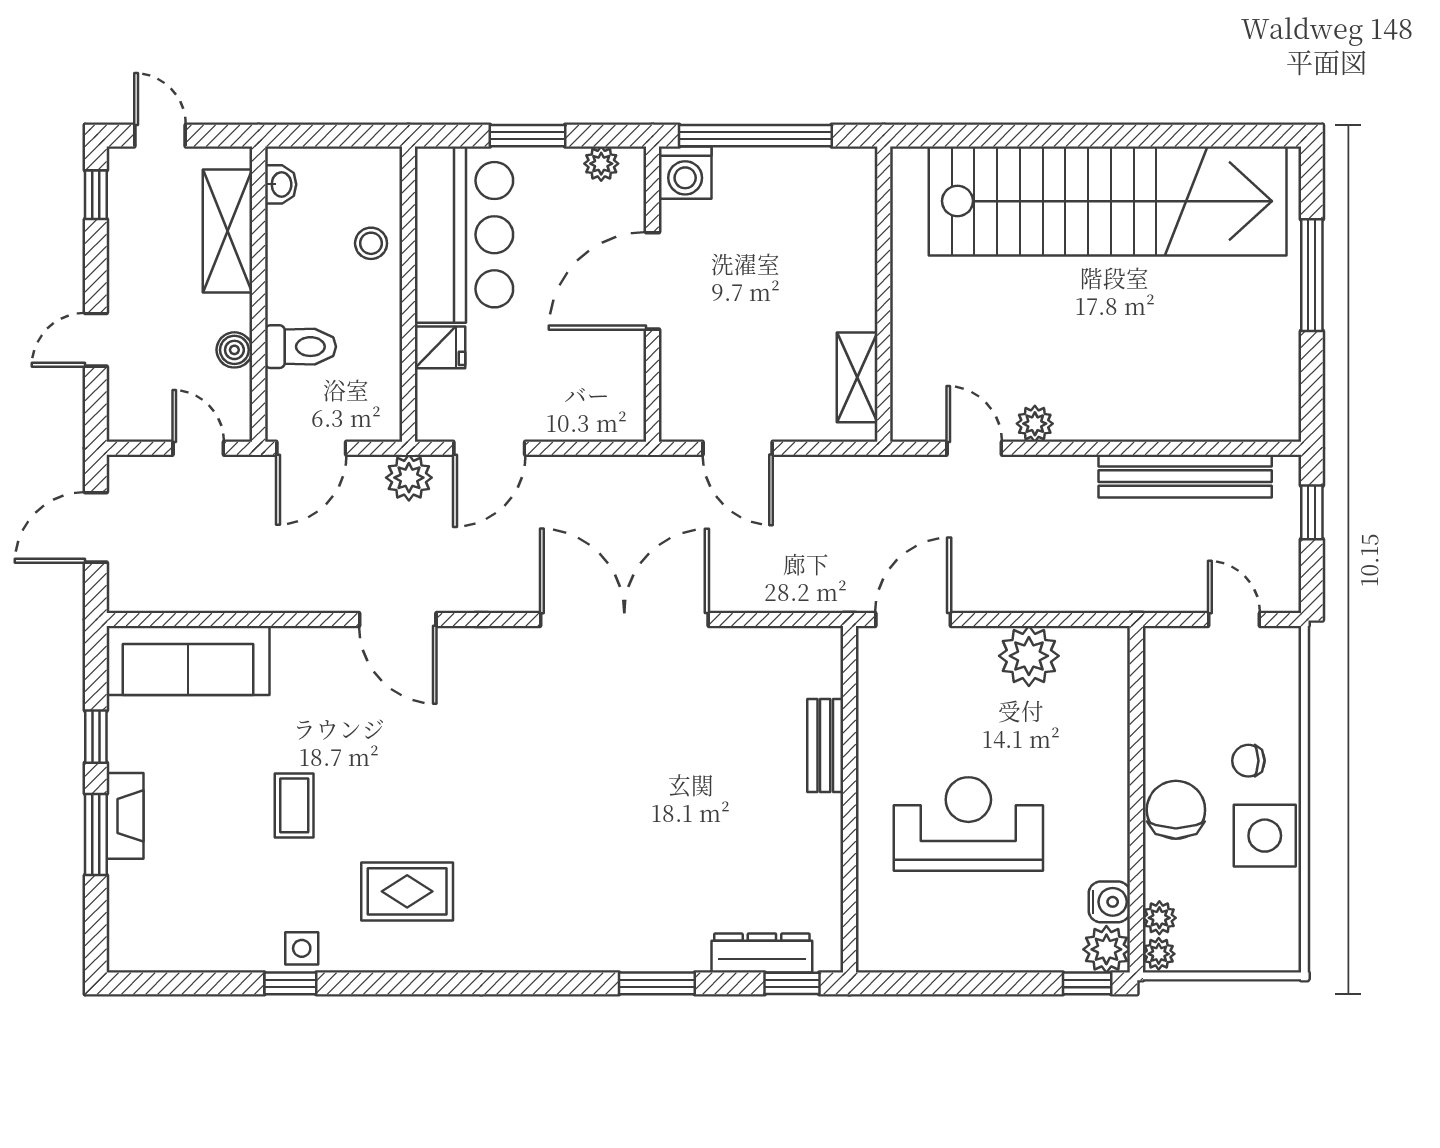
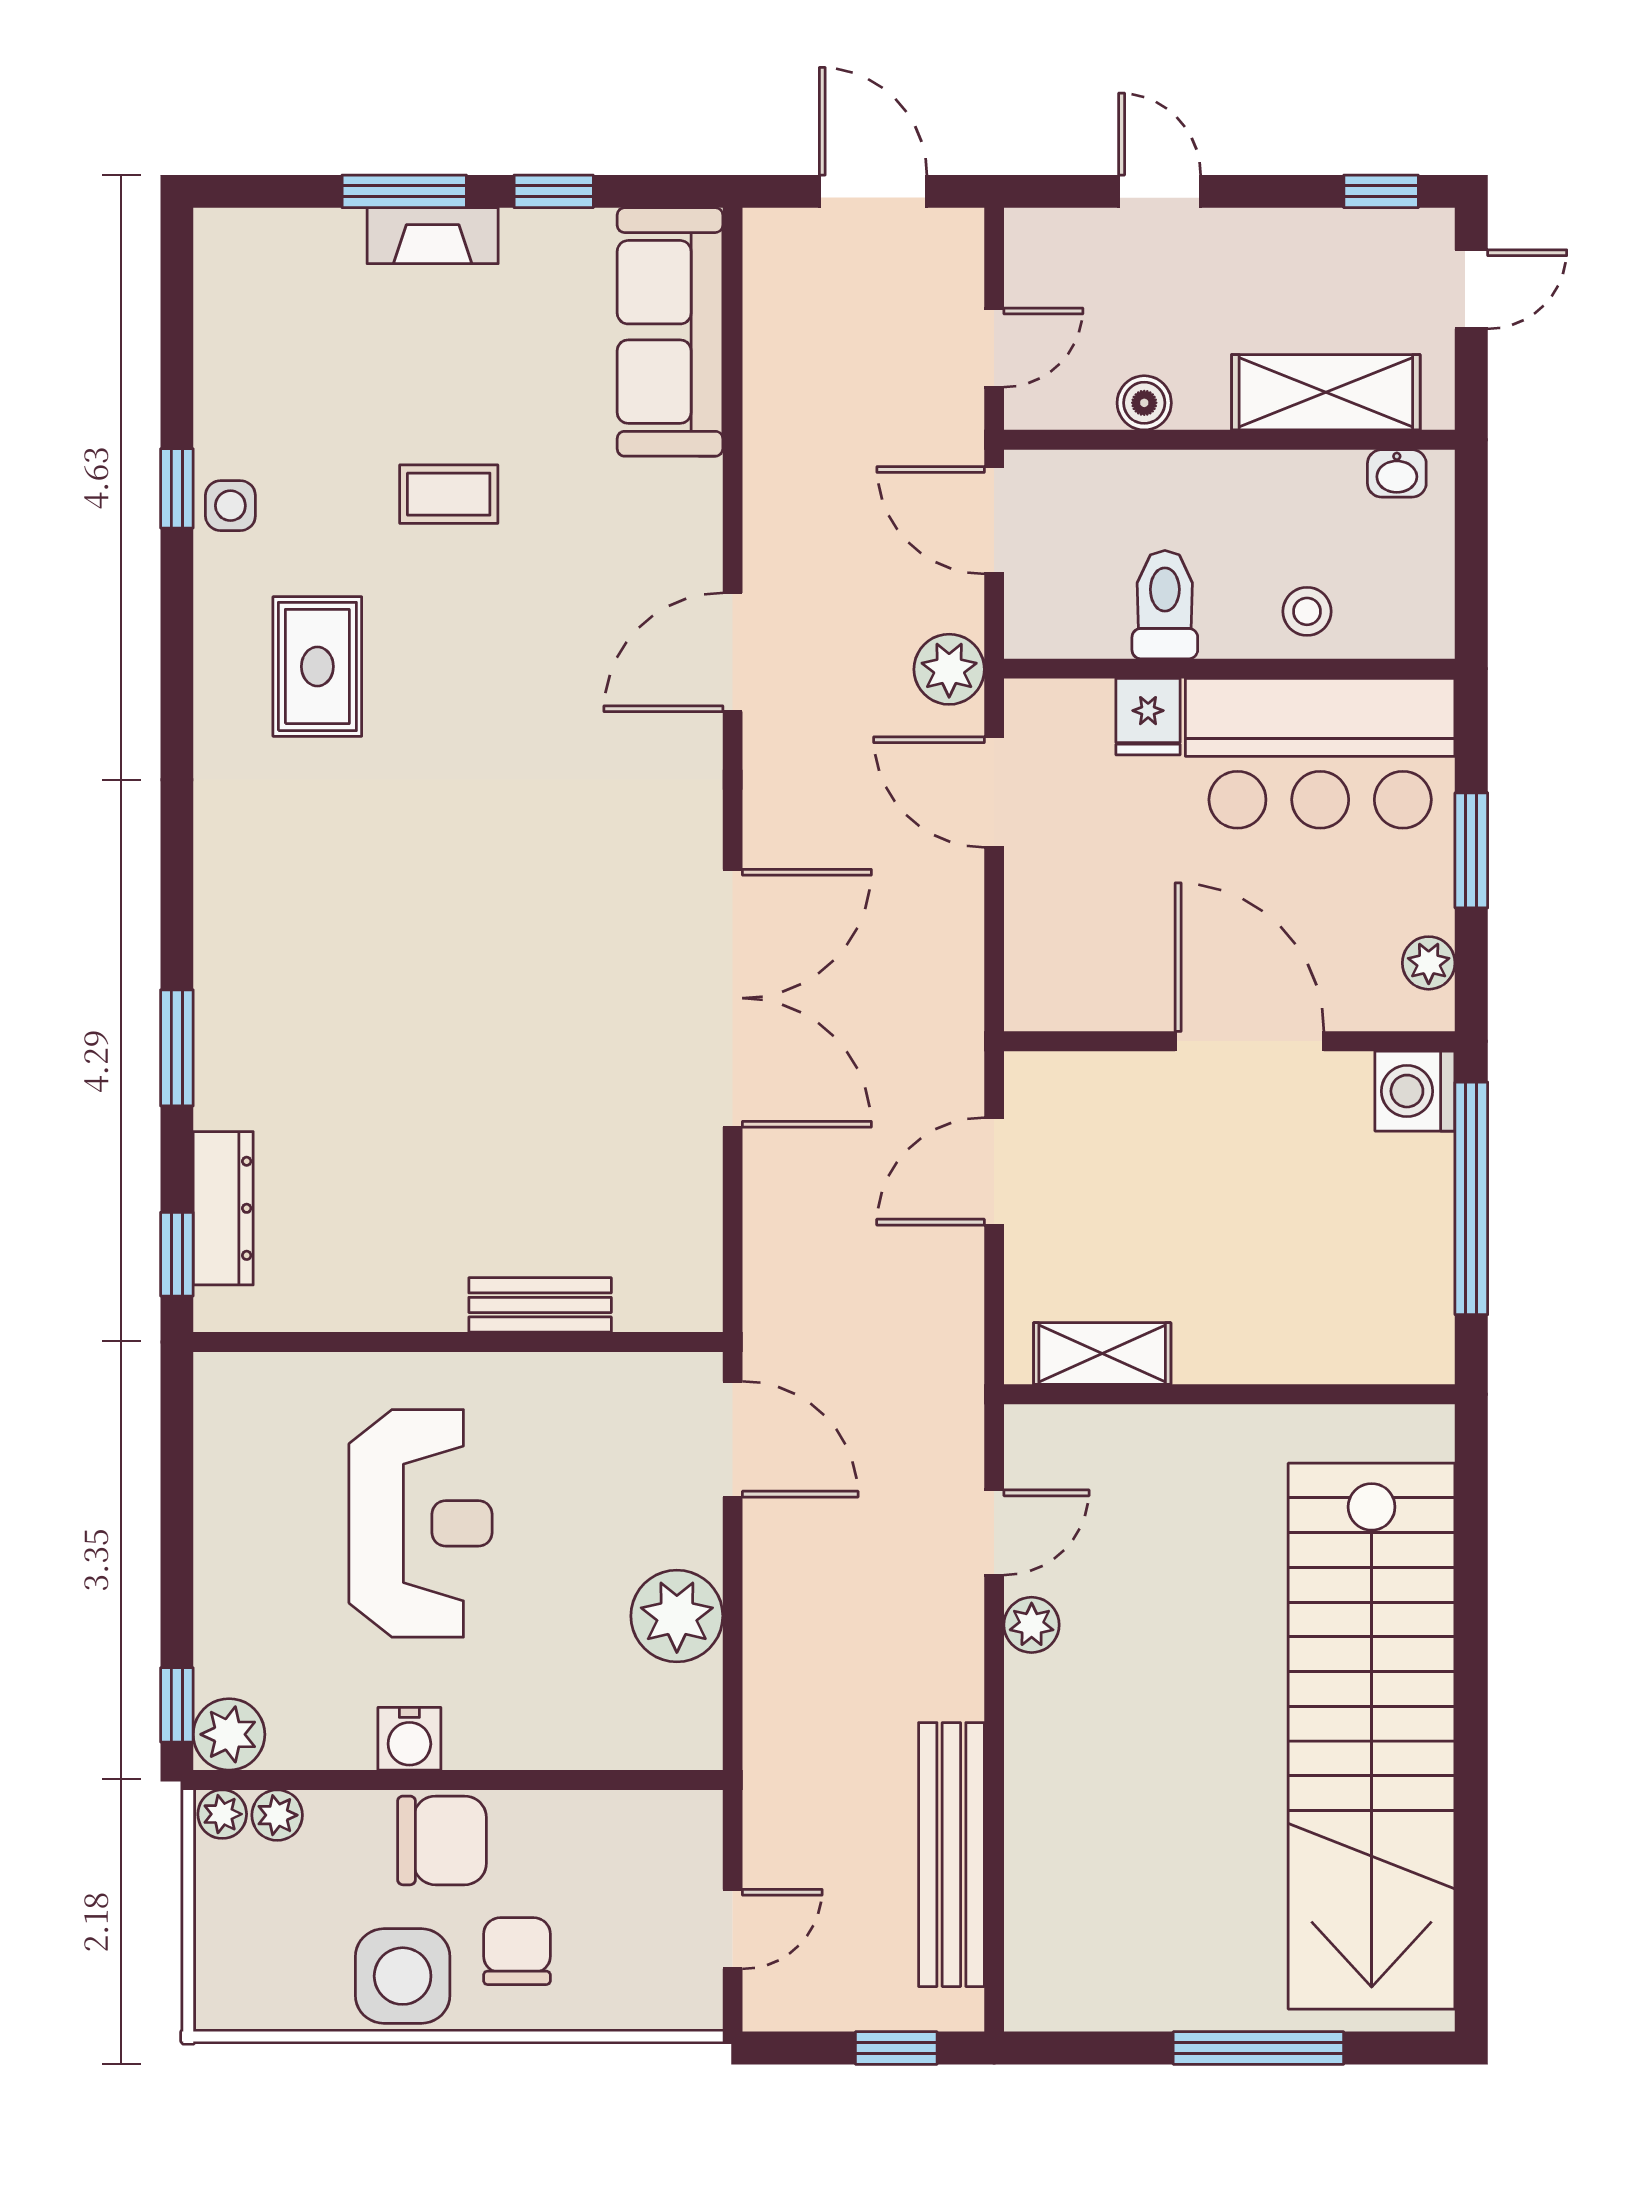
toilet: (300, 347) -> (1165, 605), moved, turned 180
chair: (1248, 761) -> (517, 1951), width x1.37, depth x1.37
water cooler: (1109, 902) -> (409, 1739), moved

